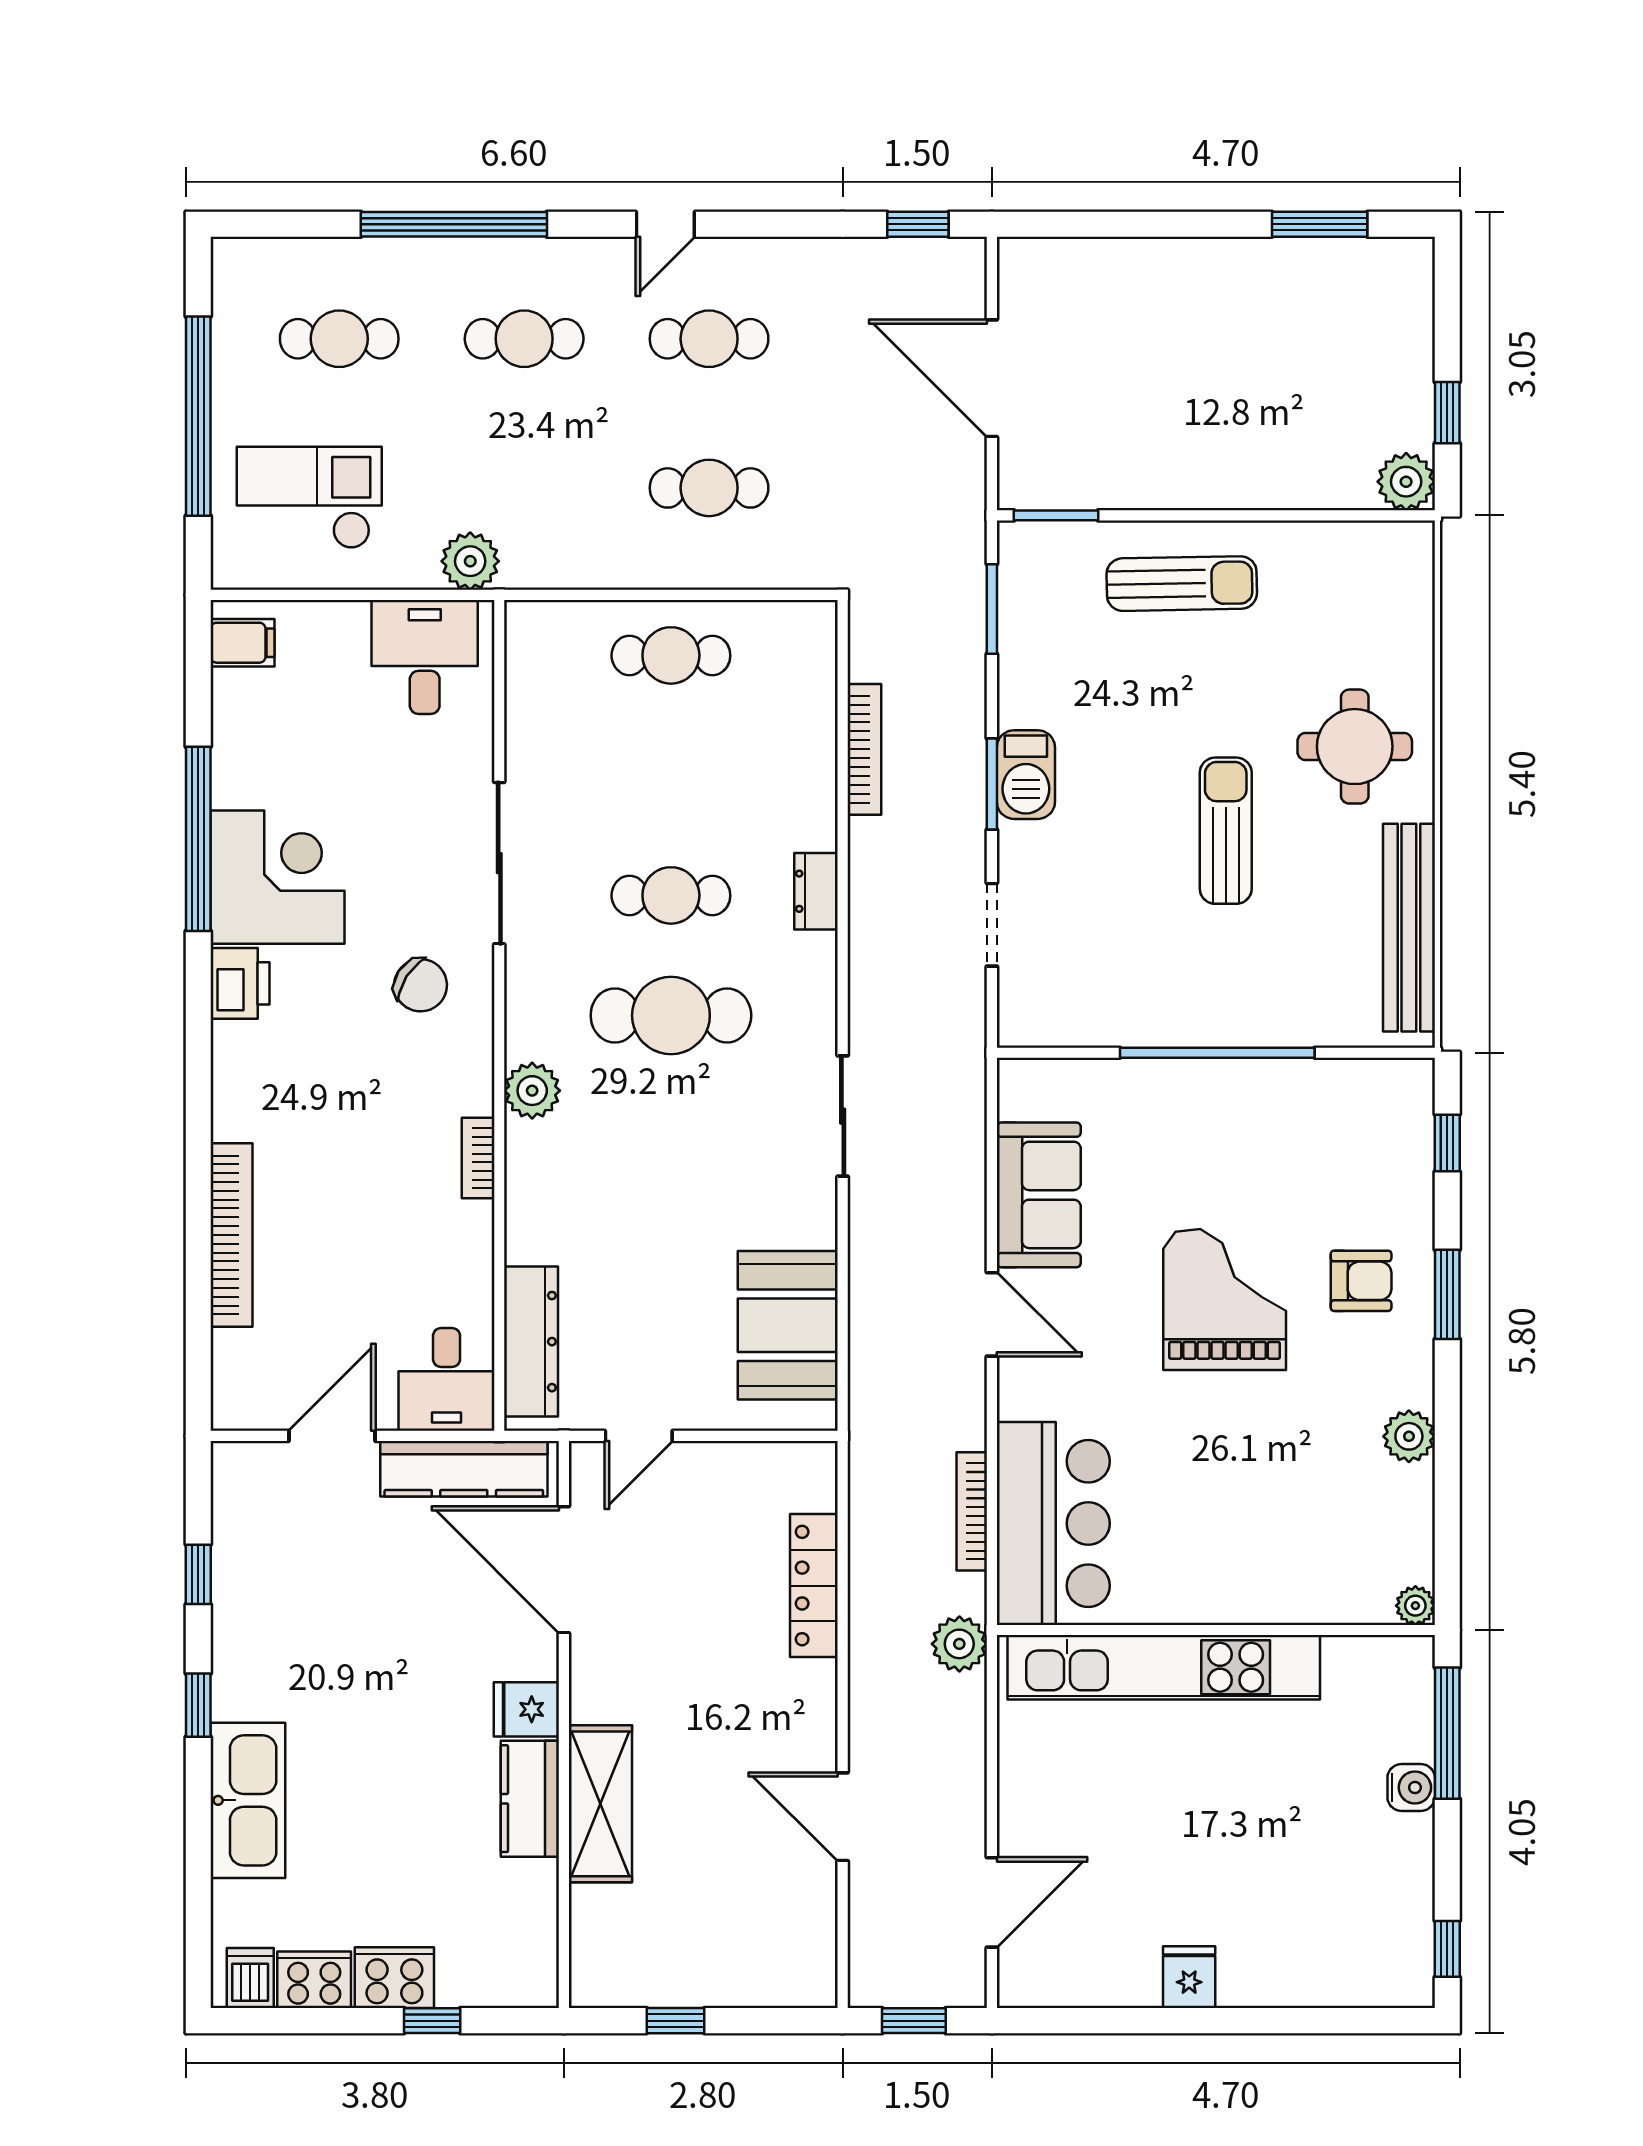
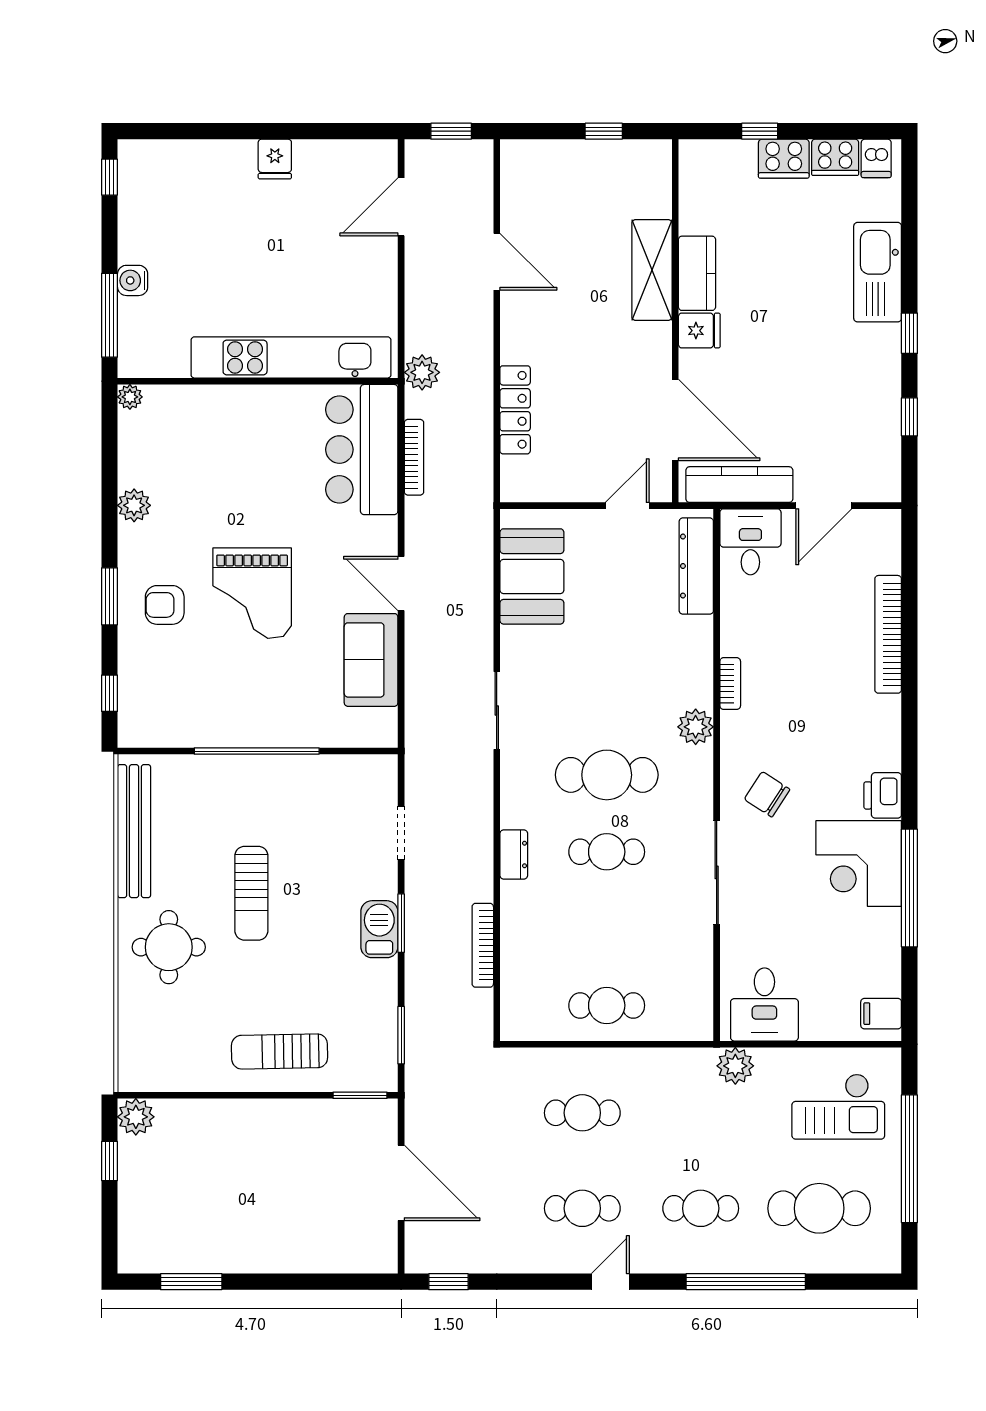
cafe table: (339, 339) -> (819, 1208), width x1.37, depth x1.35

